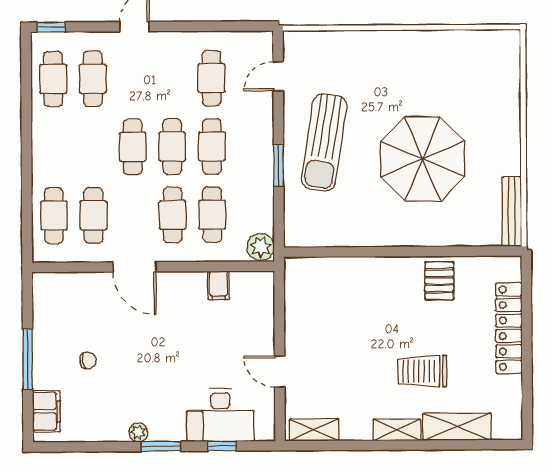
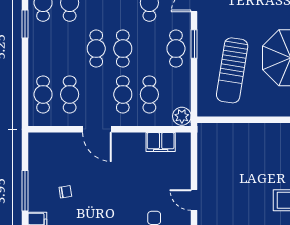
window: (26, 111) -> (25, 24), added
sun lounger: (324, 142) -> (232, 70), moved
cafe table: (212, 146) -> (176, 49), moved
window: (279, 166) -> (194, 44), moved
filing cabinet: (219, 286) -> (161, 142), width x2.00

